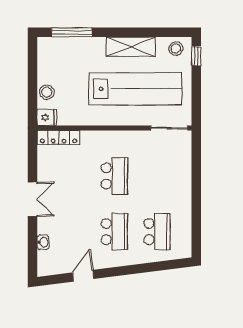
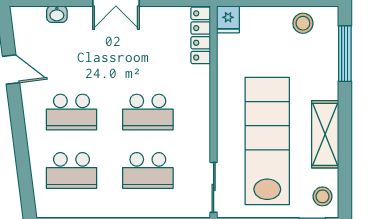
lab bench: (135, 89) -> (267, 141), turned 180
stool: (47, 92) -> (303, 23), moved
school desk: (157, 176) -> (148, 170), added

